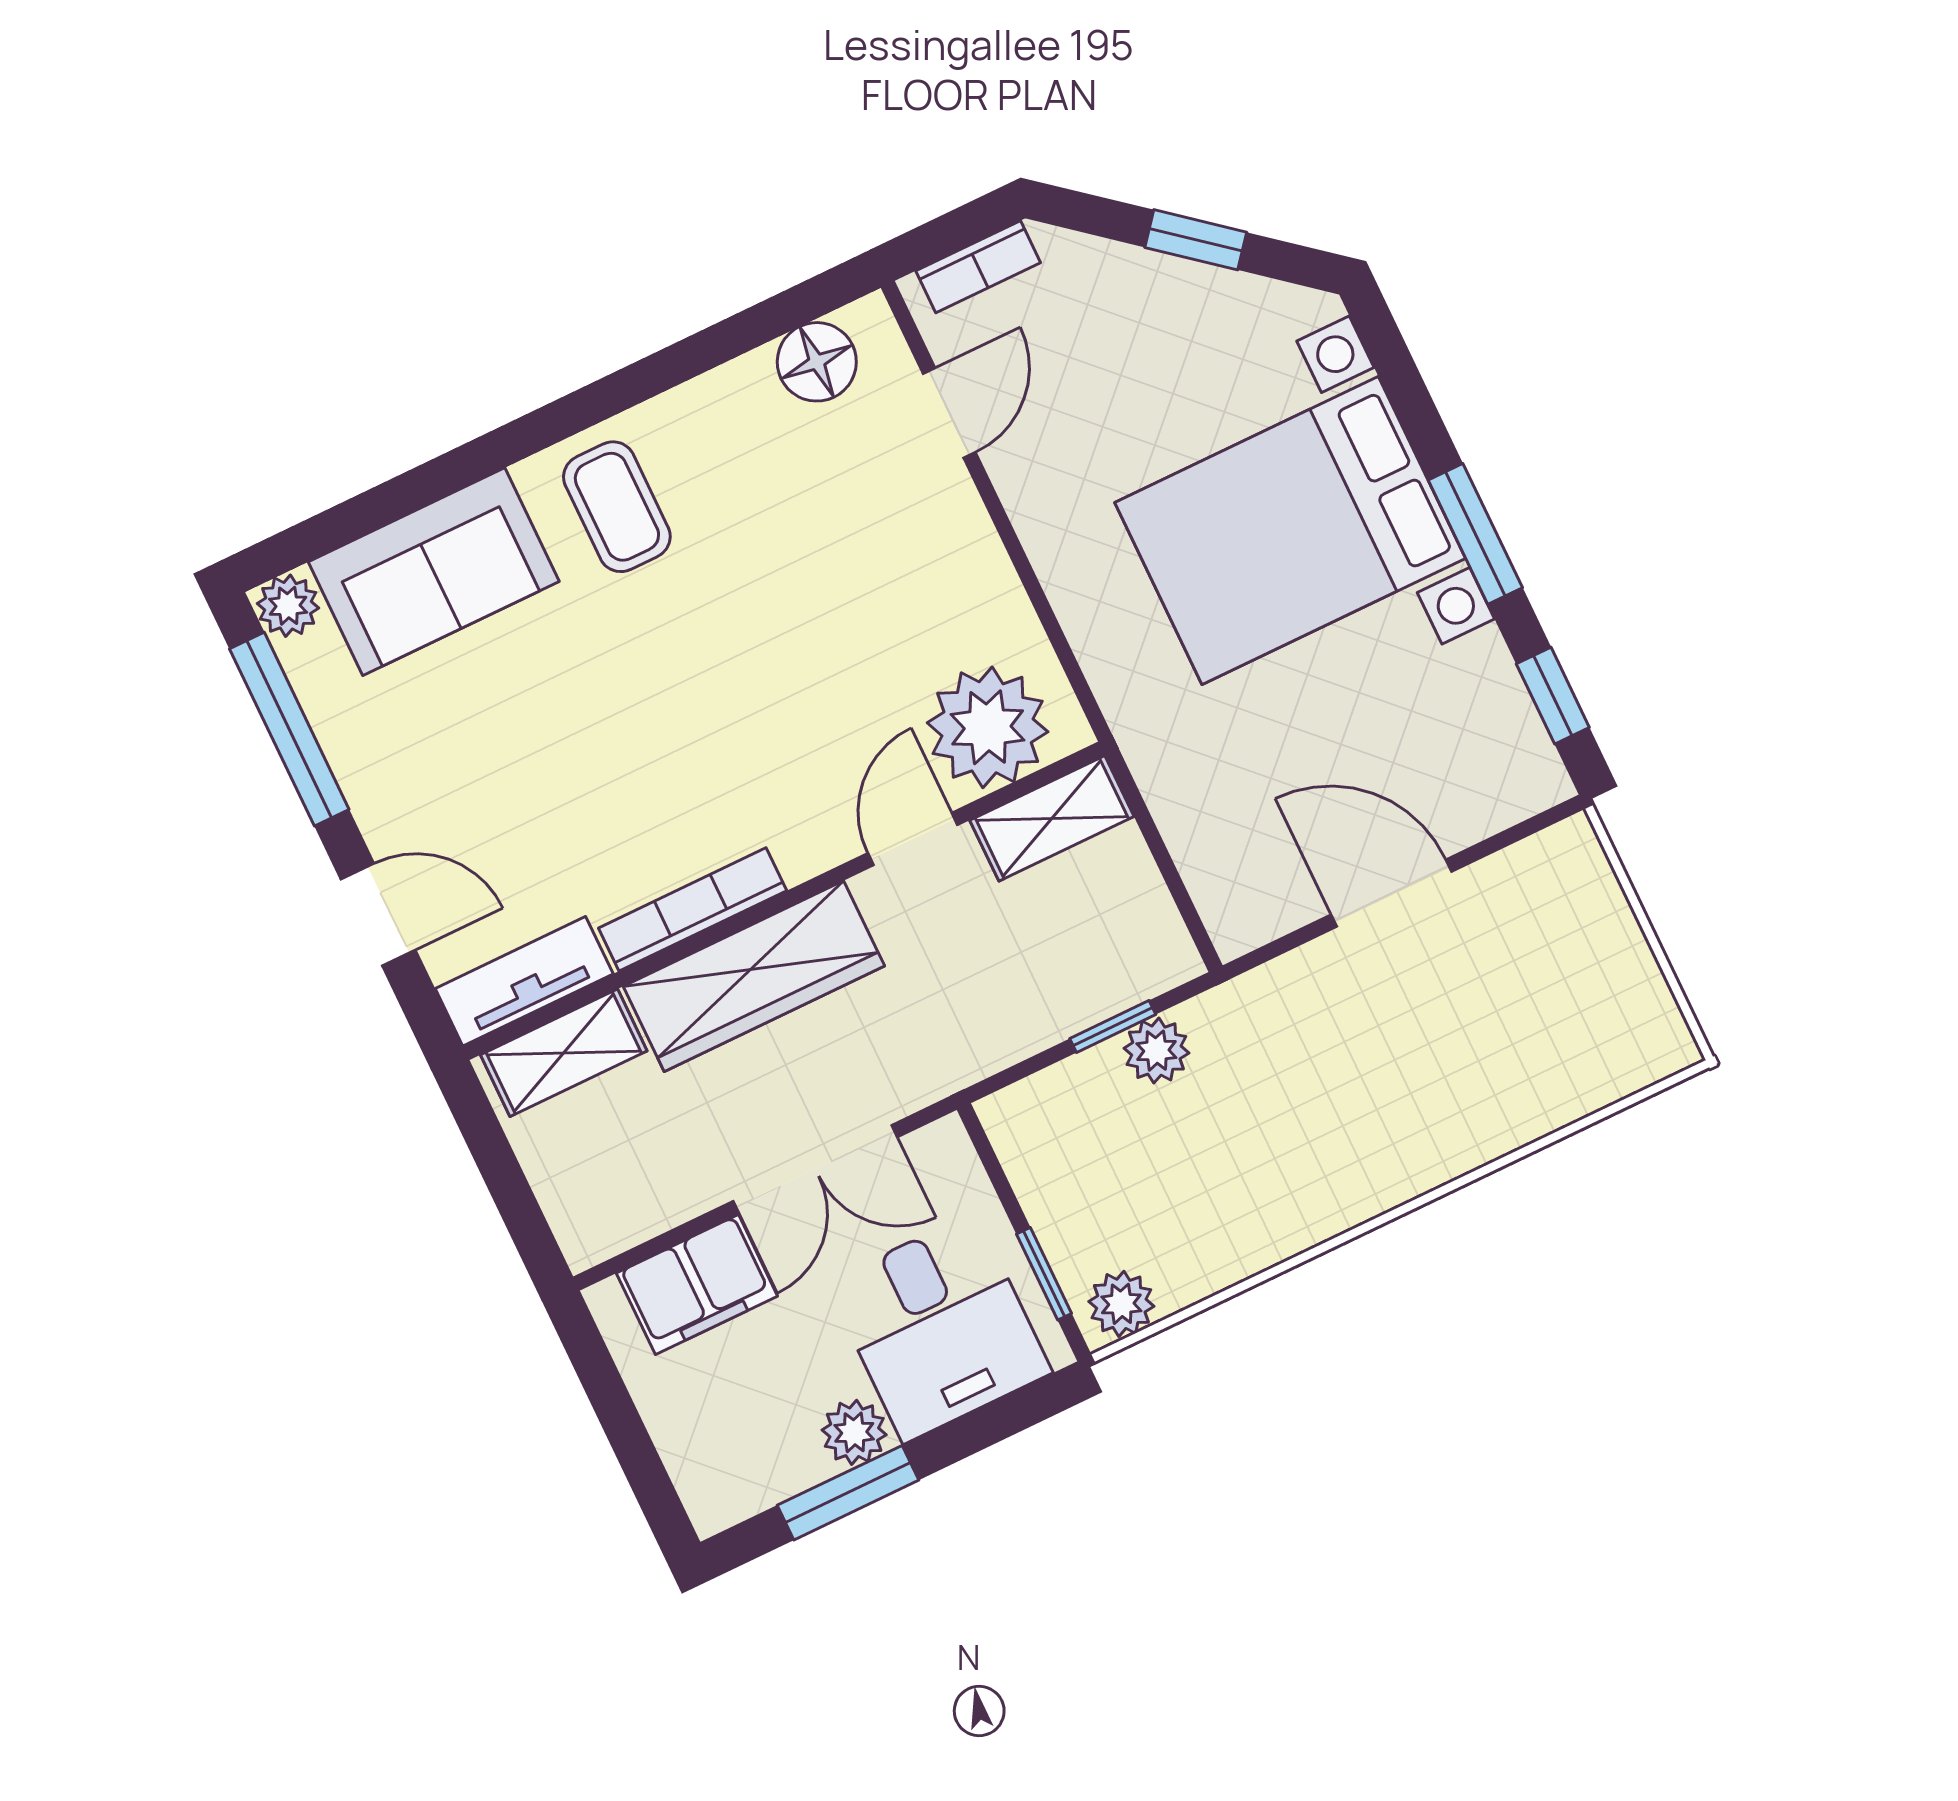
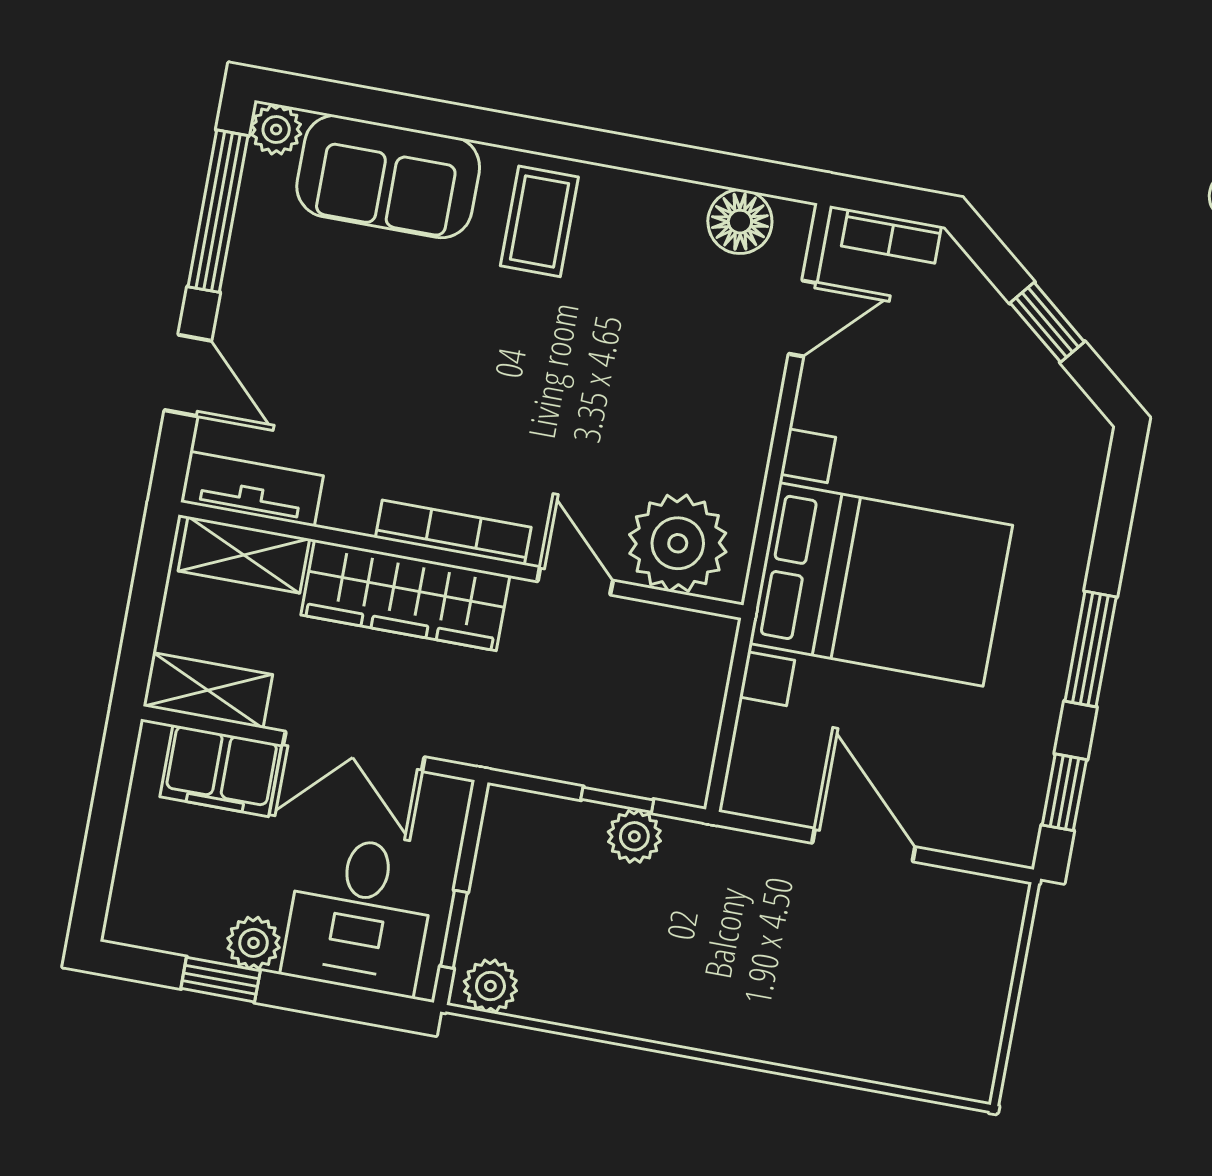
bed with nightstands: (1290, 530) -> (881, 584), moved, turned 180
shelving: (1052, 818) -> (208, 690), moved
door: (913, 839) -> (575, 581), hinge flipped
bookcase: (693, 909) -> (453, 532), moved
window: (848, 1493) -> (221, 980), width x0.67

